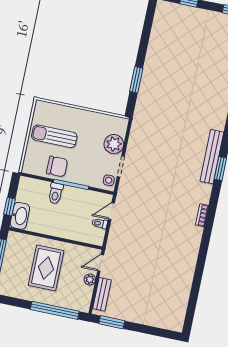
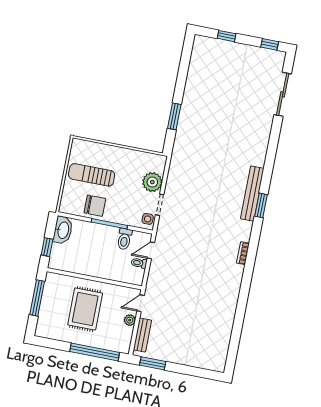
toilet: (56, 193) -> (124, 239), moved
washbasin: (20, 216) -> (63, 230), moved

